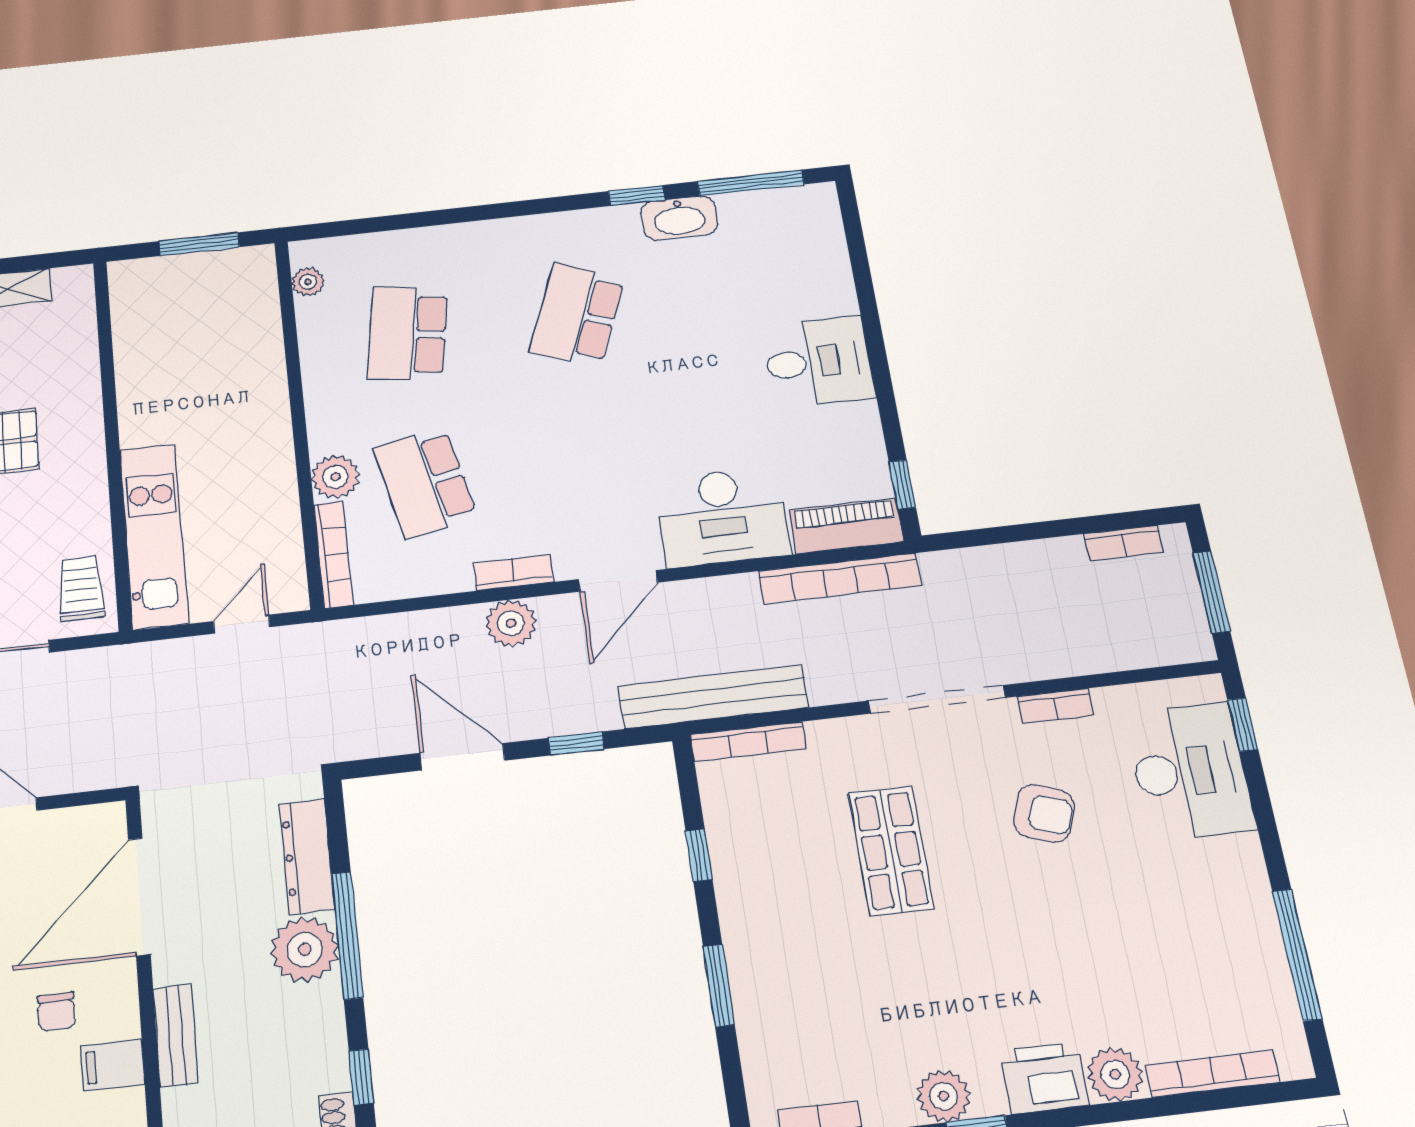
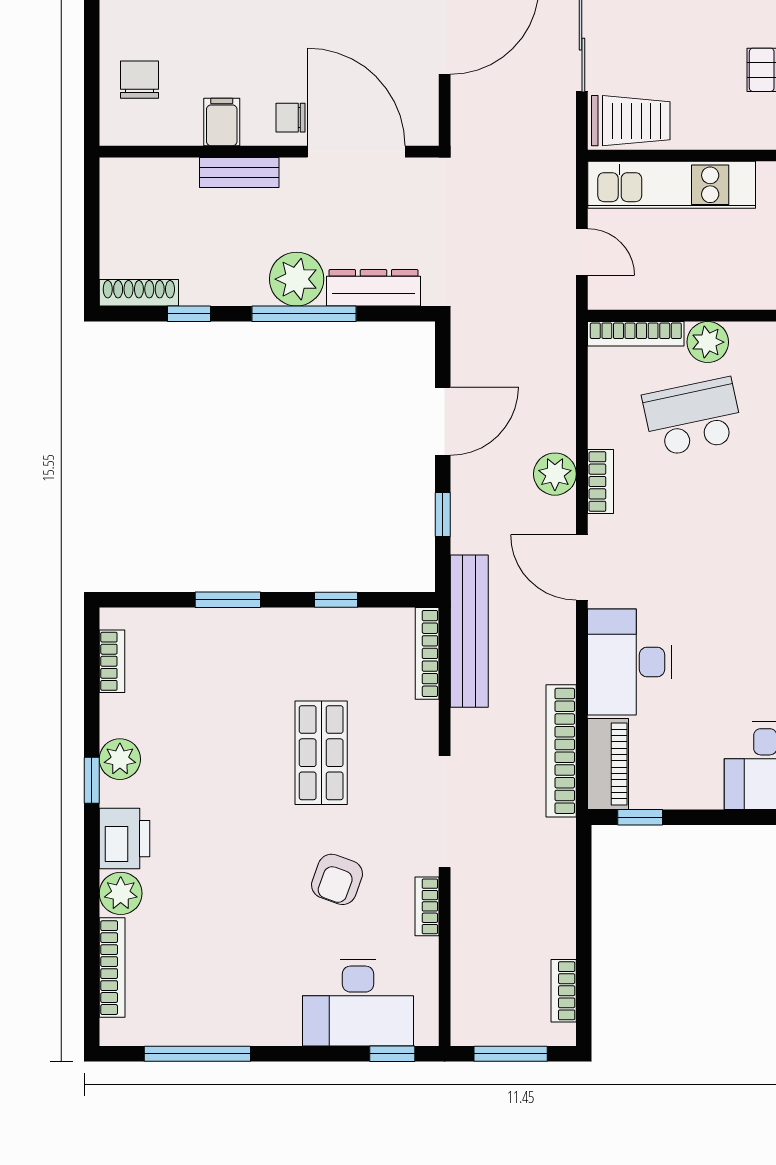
trolley: (81, 589) -> (631, 121), width x1.36, depth x1.39
shop shelf: (891, 851) -> (321, 753), turned 90
chair: (56, 1012) -> (291, 118), moved

